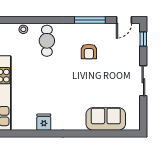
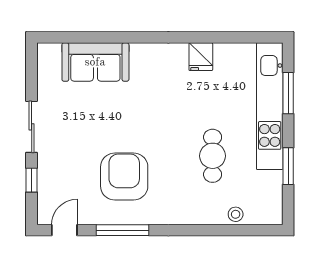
window: (143, 39) -> (32, 180), moved
cafe table: (47, 41) -> (213, 156), moved
armchair: (89, 52) -> (124, 177), width x1.88, depth x1.88

